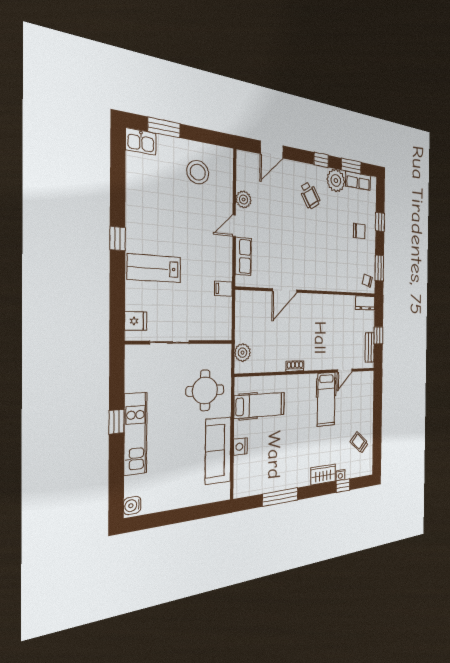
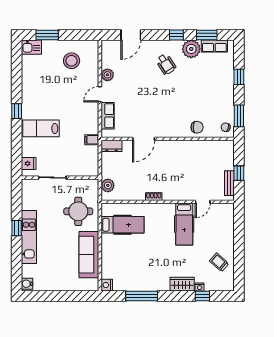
chair: (359, 231) -> (197, 127), moved
dresser: (365, 303) -> (111, 146), moved
nightstand: (240, 447) -> (107, 285), moved

